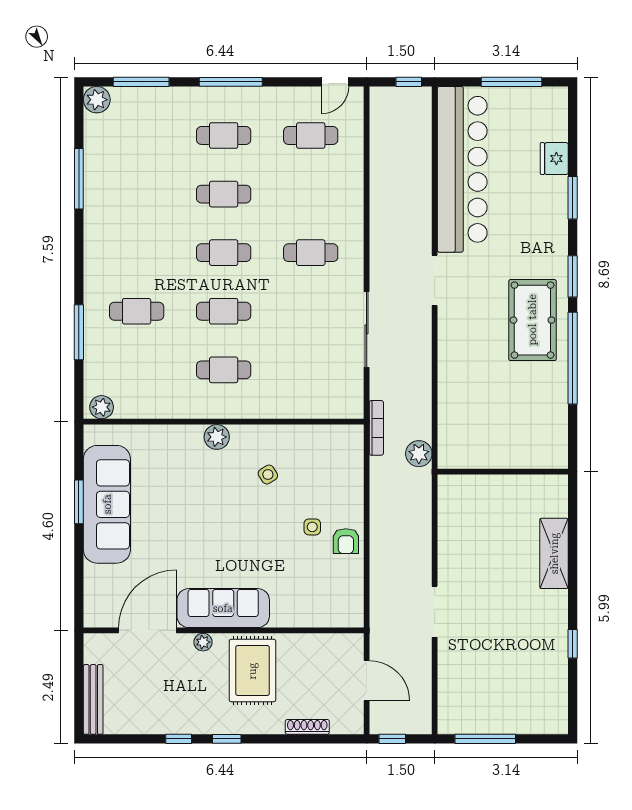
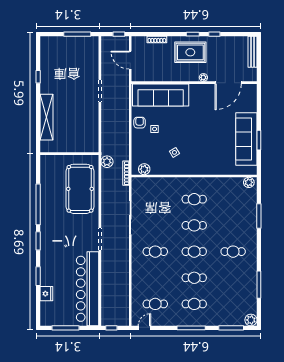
cafe table: (137, 311) -> (233, 252), moved
pool table: (532, 320) -> (80, 189), moved, width x1.36, depth x1.32
plant: (217, 437) -> (144, 169), moved
shelving: (554, 553) -> (47, 117), width x1.47
sofa: (223, 608) -> (161, 95), moved, width x1.36, depth x1.27
rug: (252, 671) -> (190, 52), moved, turned 90

